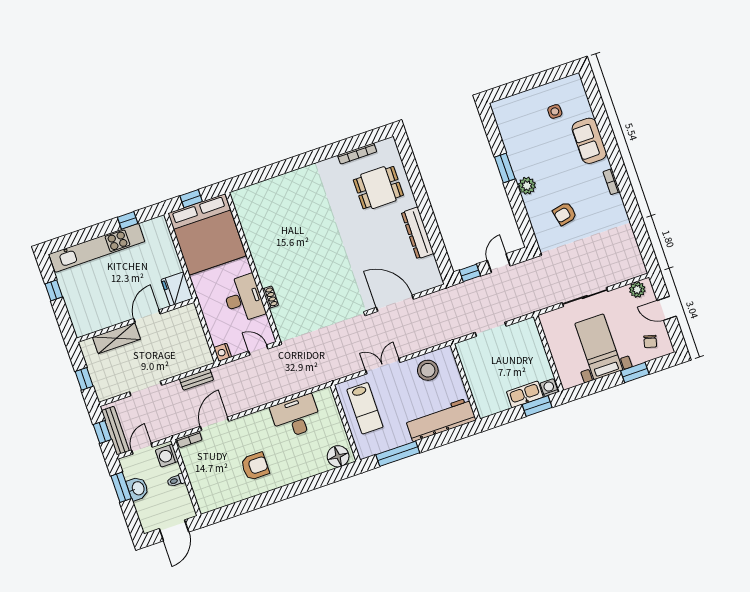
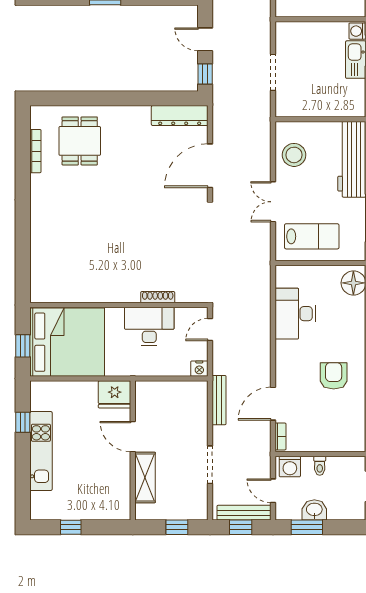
dresser: (417, 233) -> (180, 116), moved
kitchen unit: (97, 248) -> (41, 451), width x0.73
shoe rack: (270, 297) -> (158, 297), width x1.43
bench: (197, 380) -> (219, 400), width x1.36
door: (215, 424) -> (273, 404), hinge flipped

